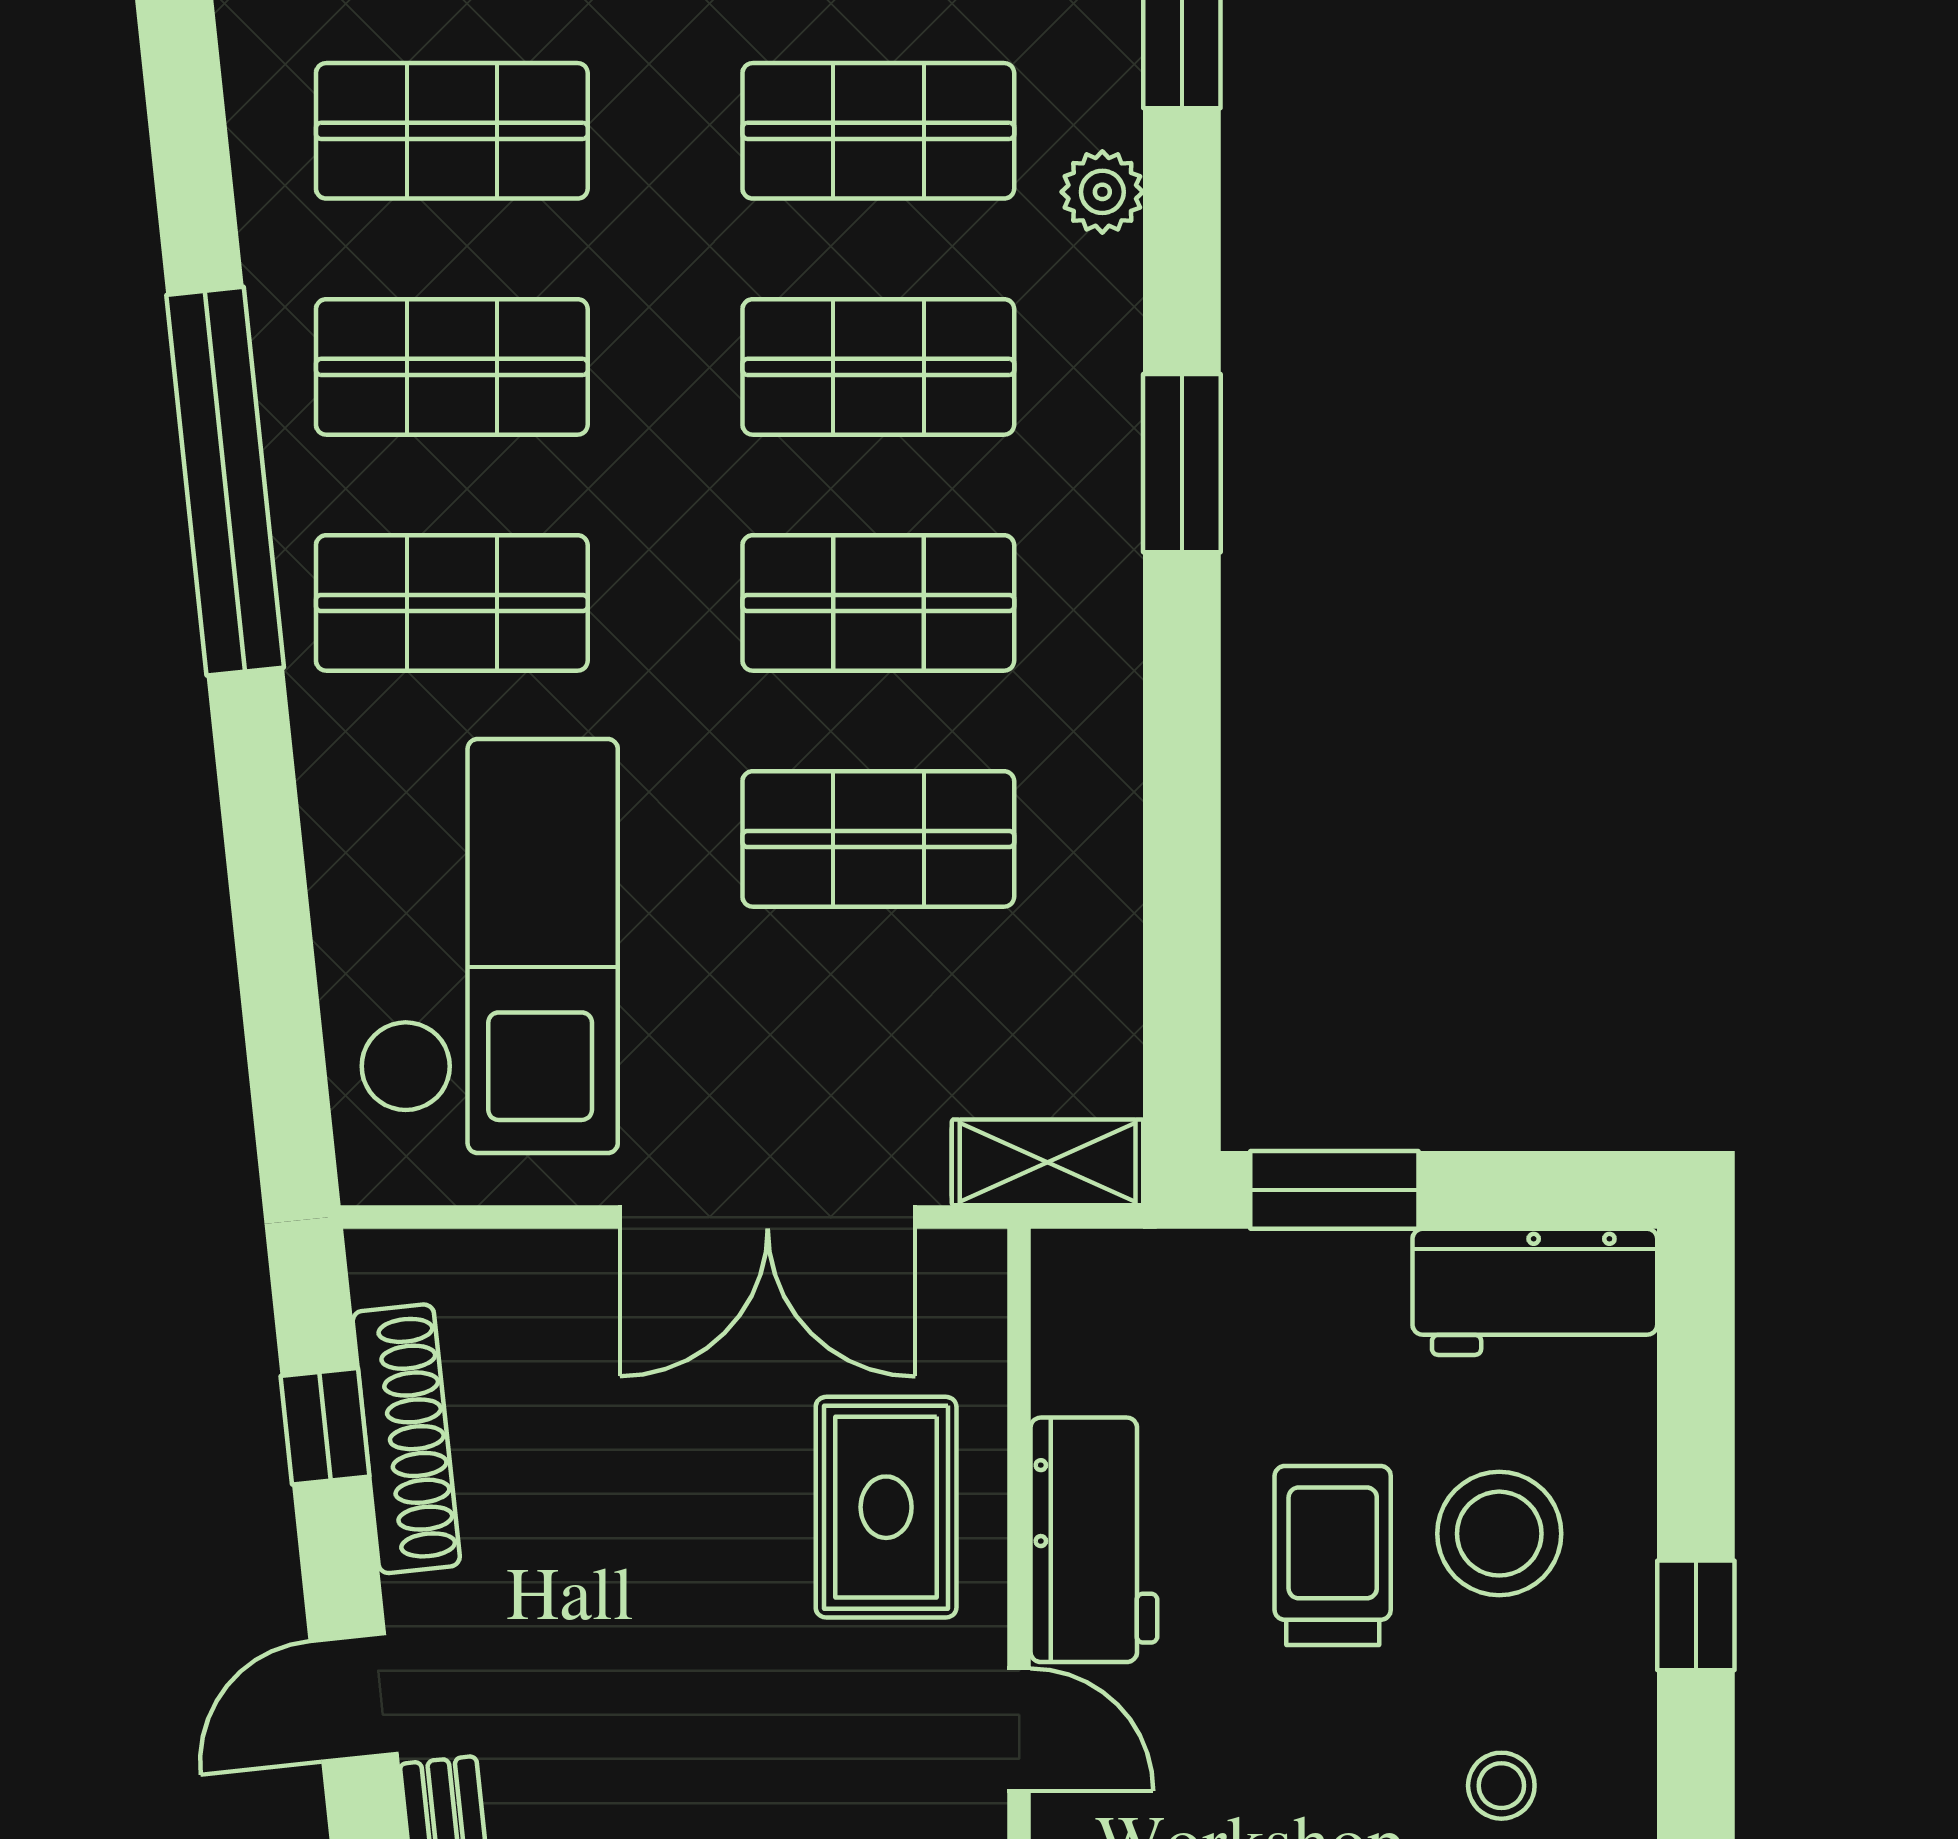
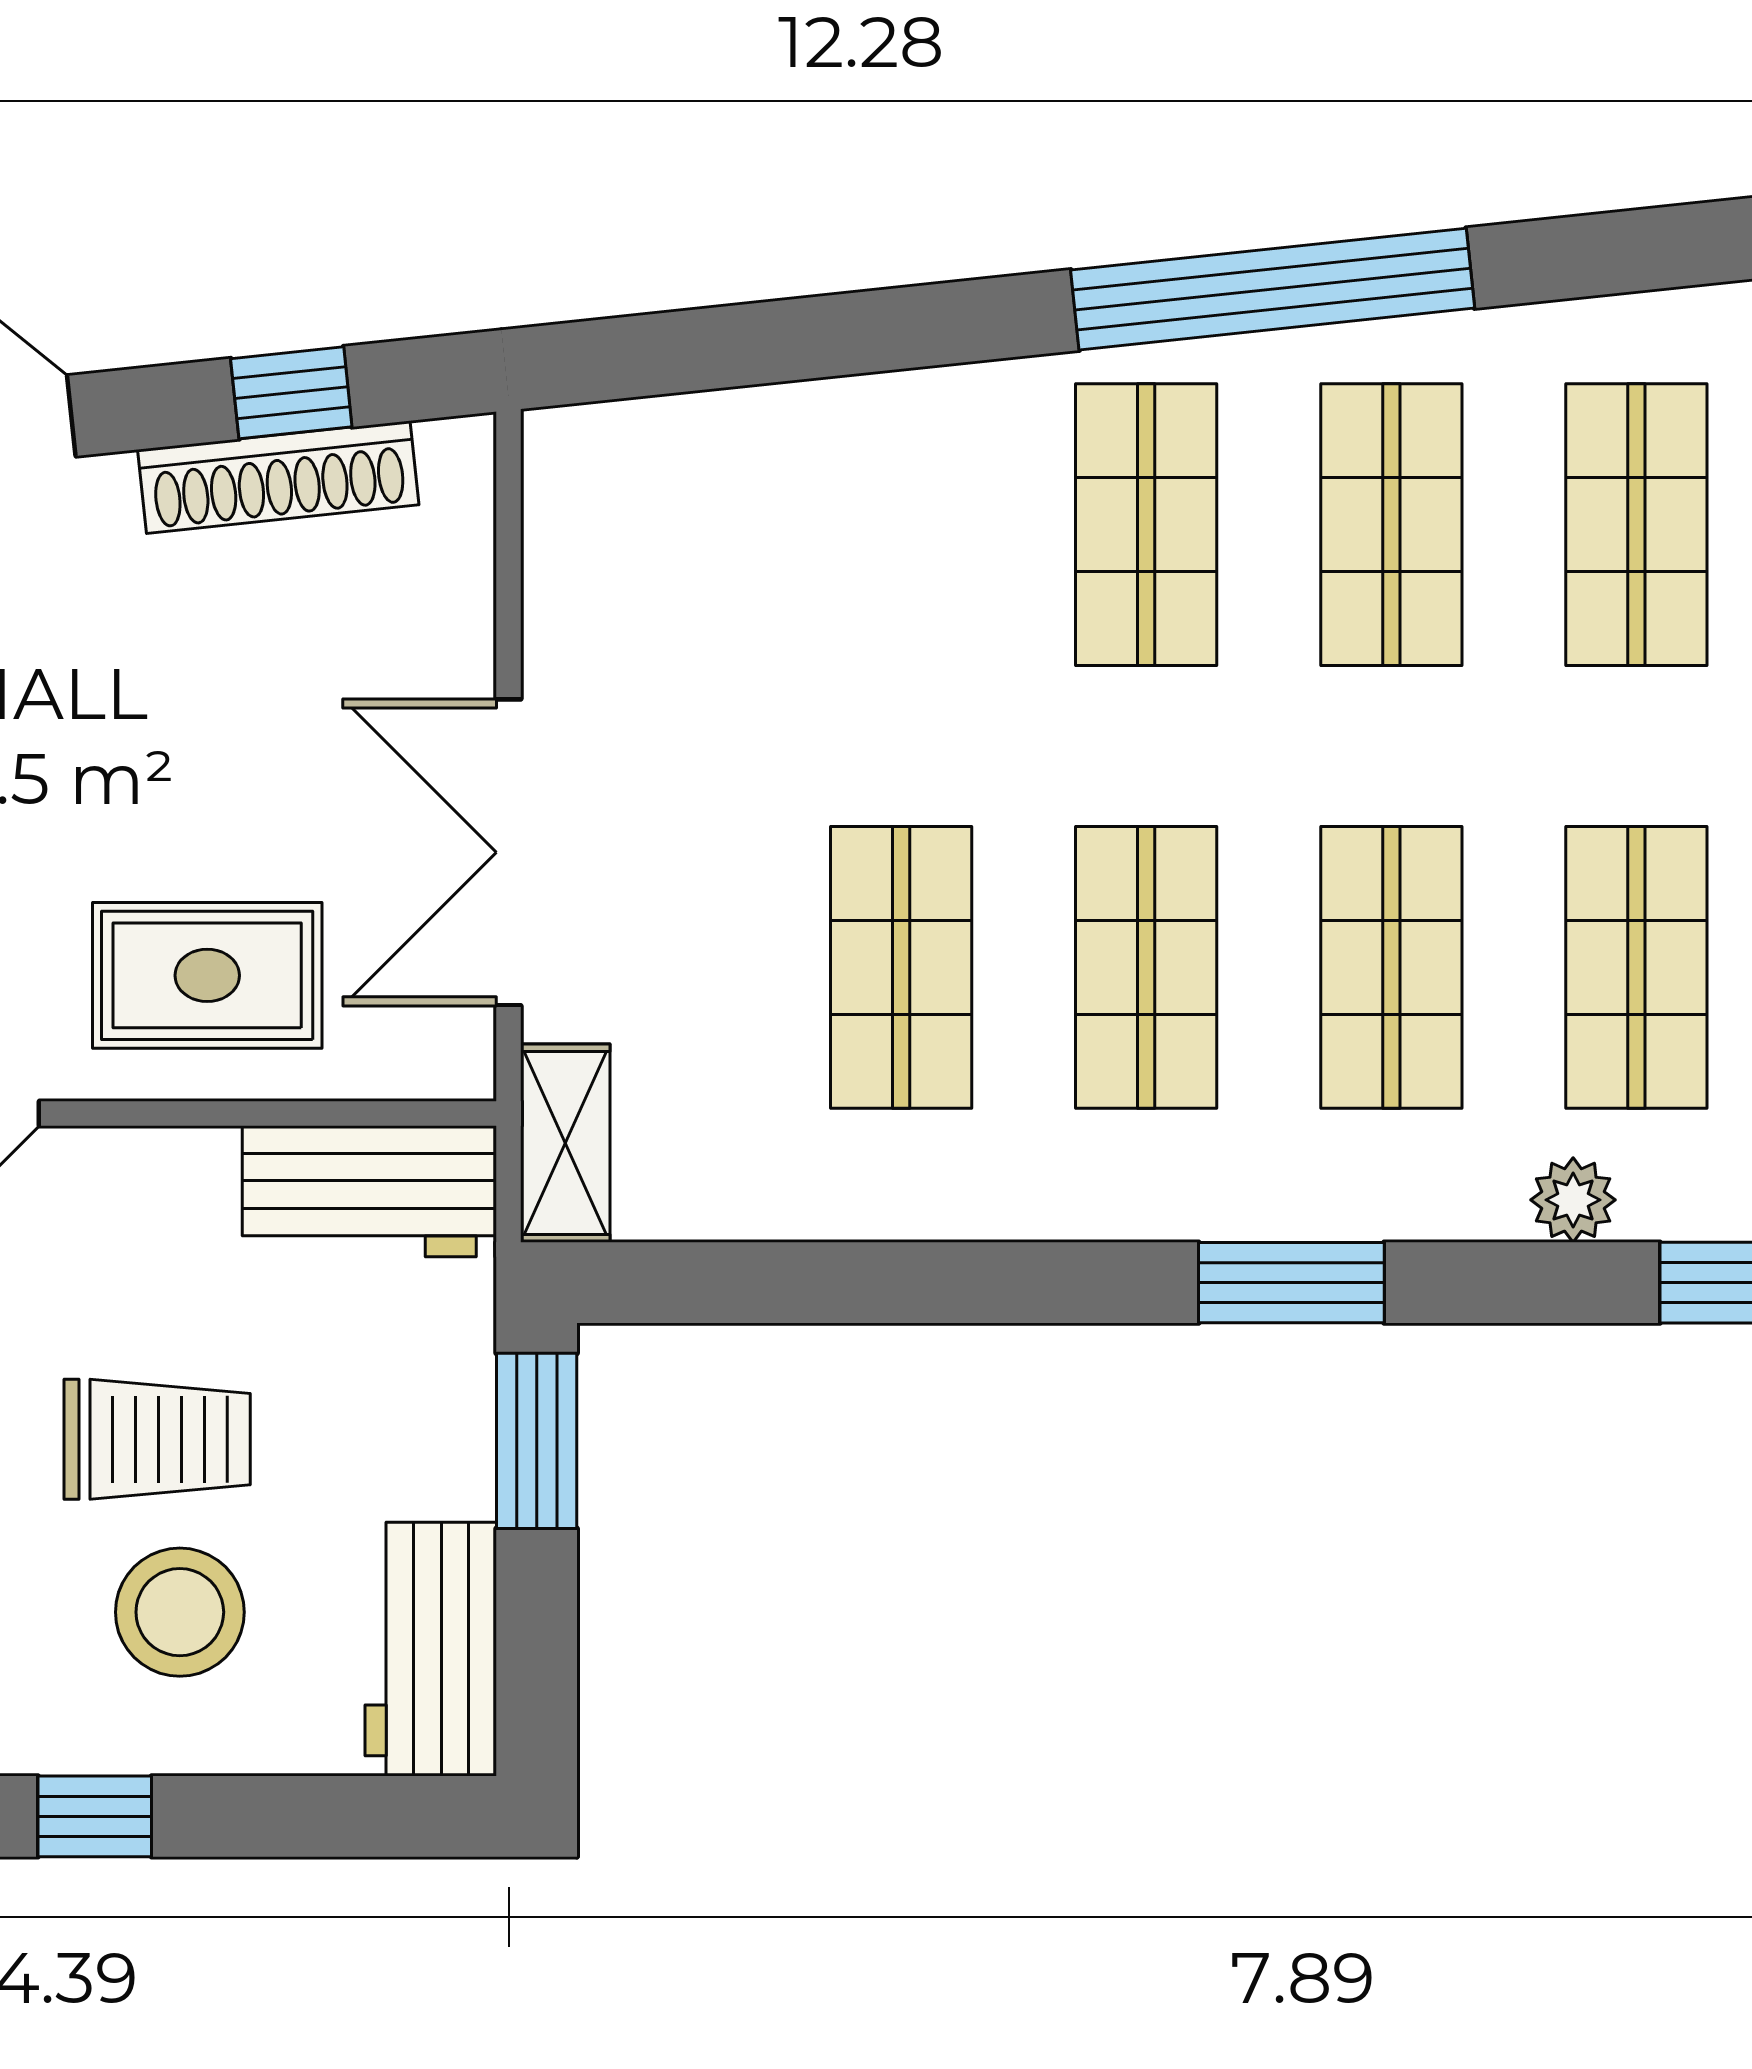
checkout: (488, 946) -> (790, 563), removed
workbench: (1094, 1540) -> (369, 1191), moved

